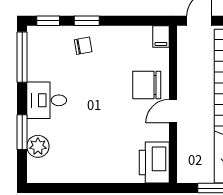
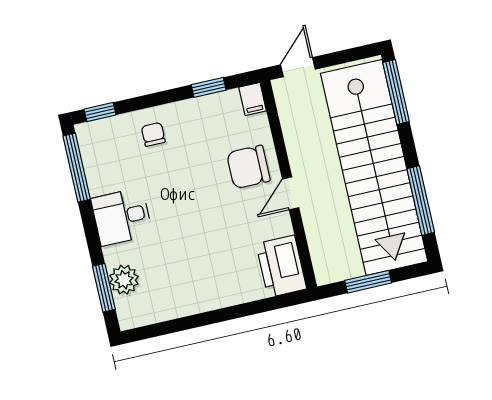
window: (87, 21) -> (209, 87), moved
chair: (83, 46) -> (153, 134), turned -80
window: (22, 132) -> (104, 288), moved

